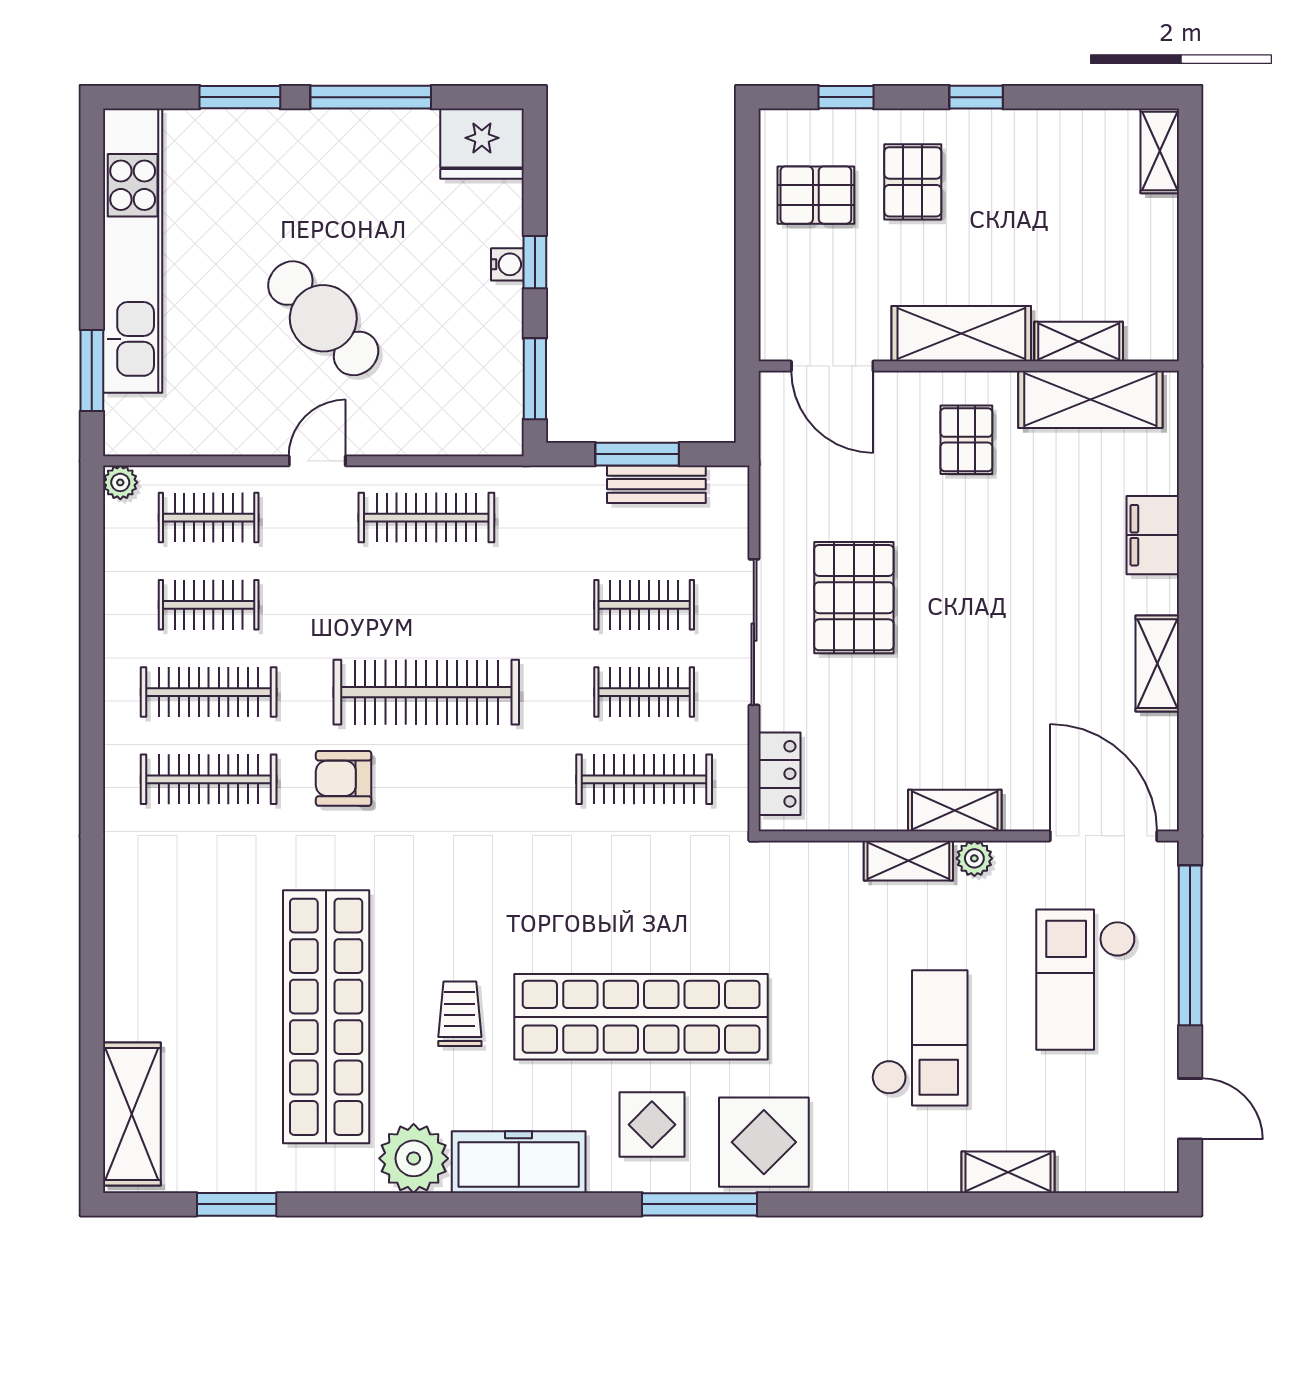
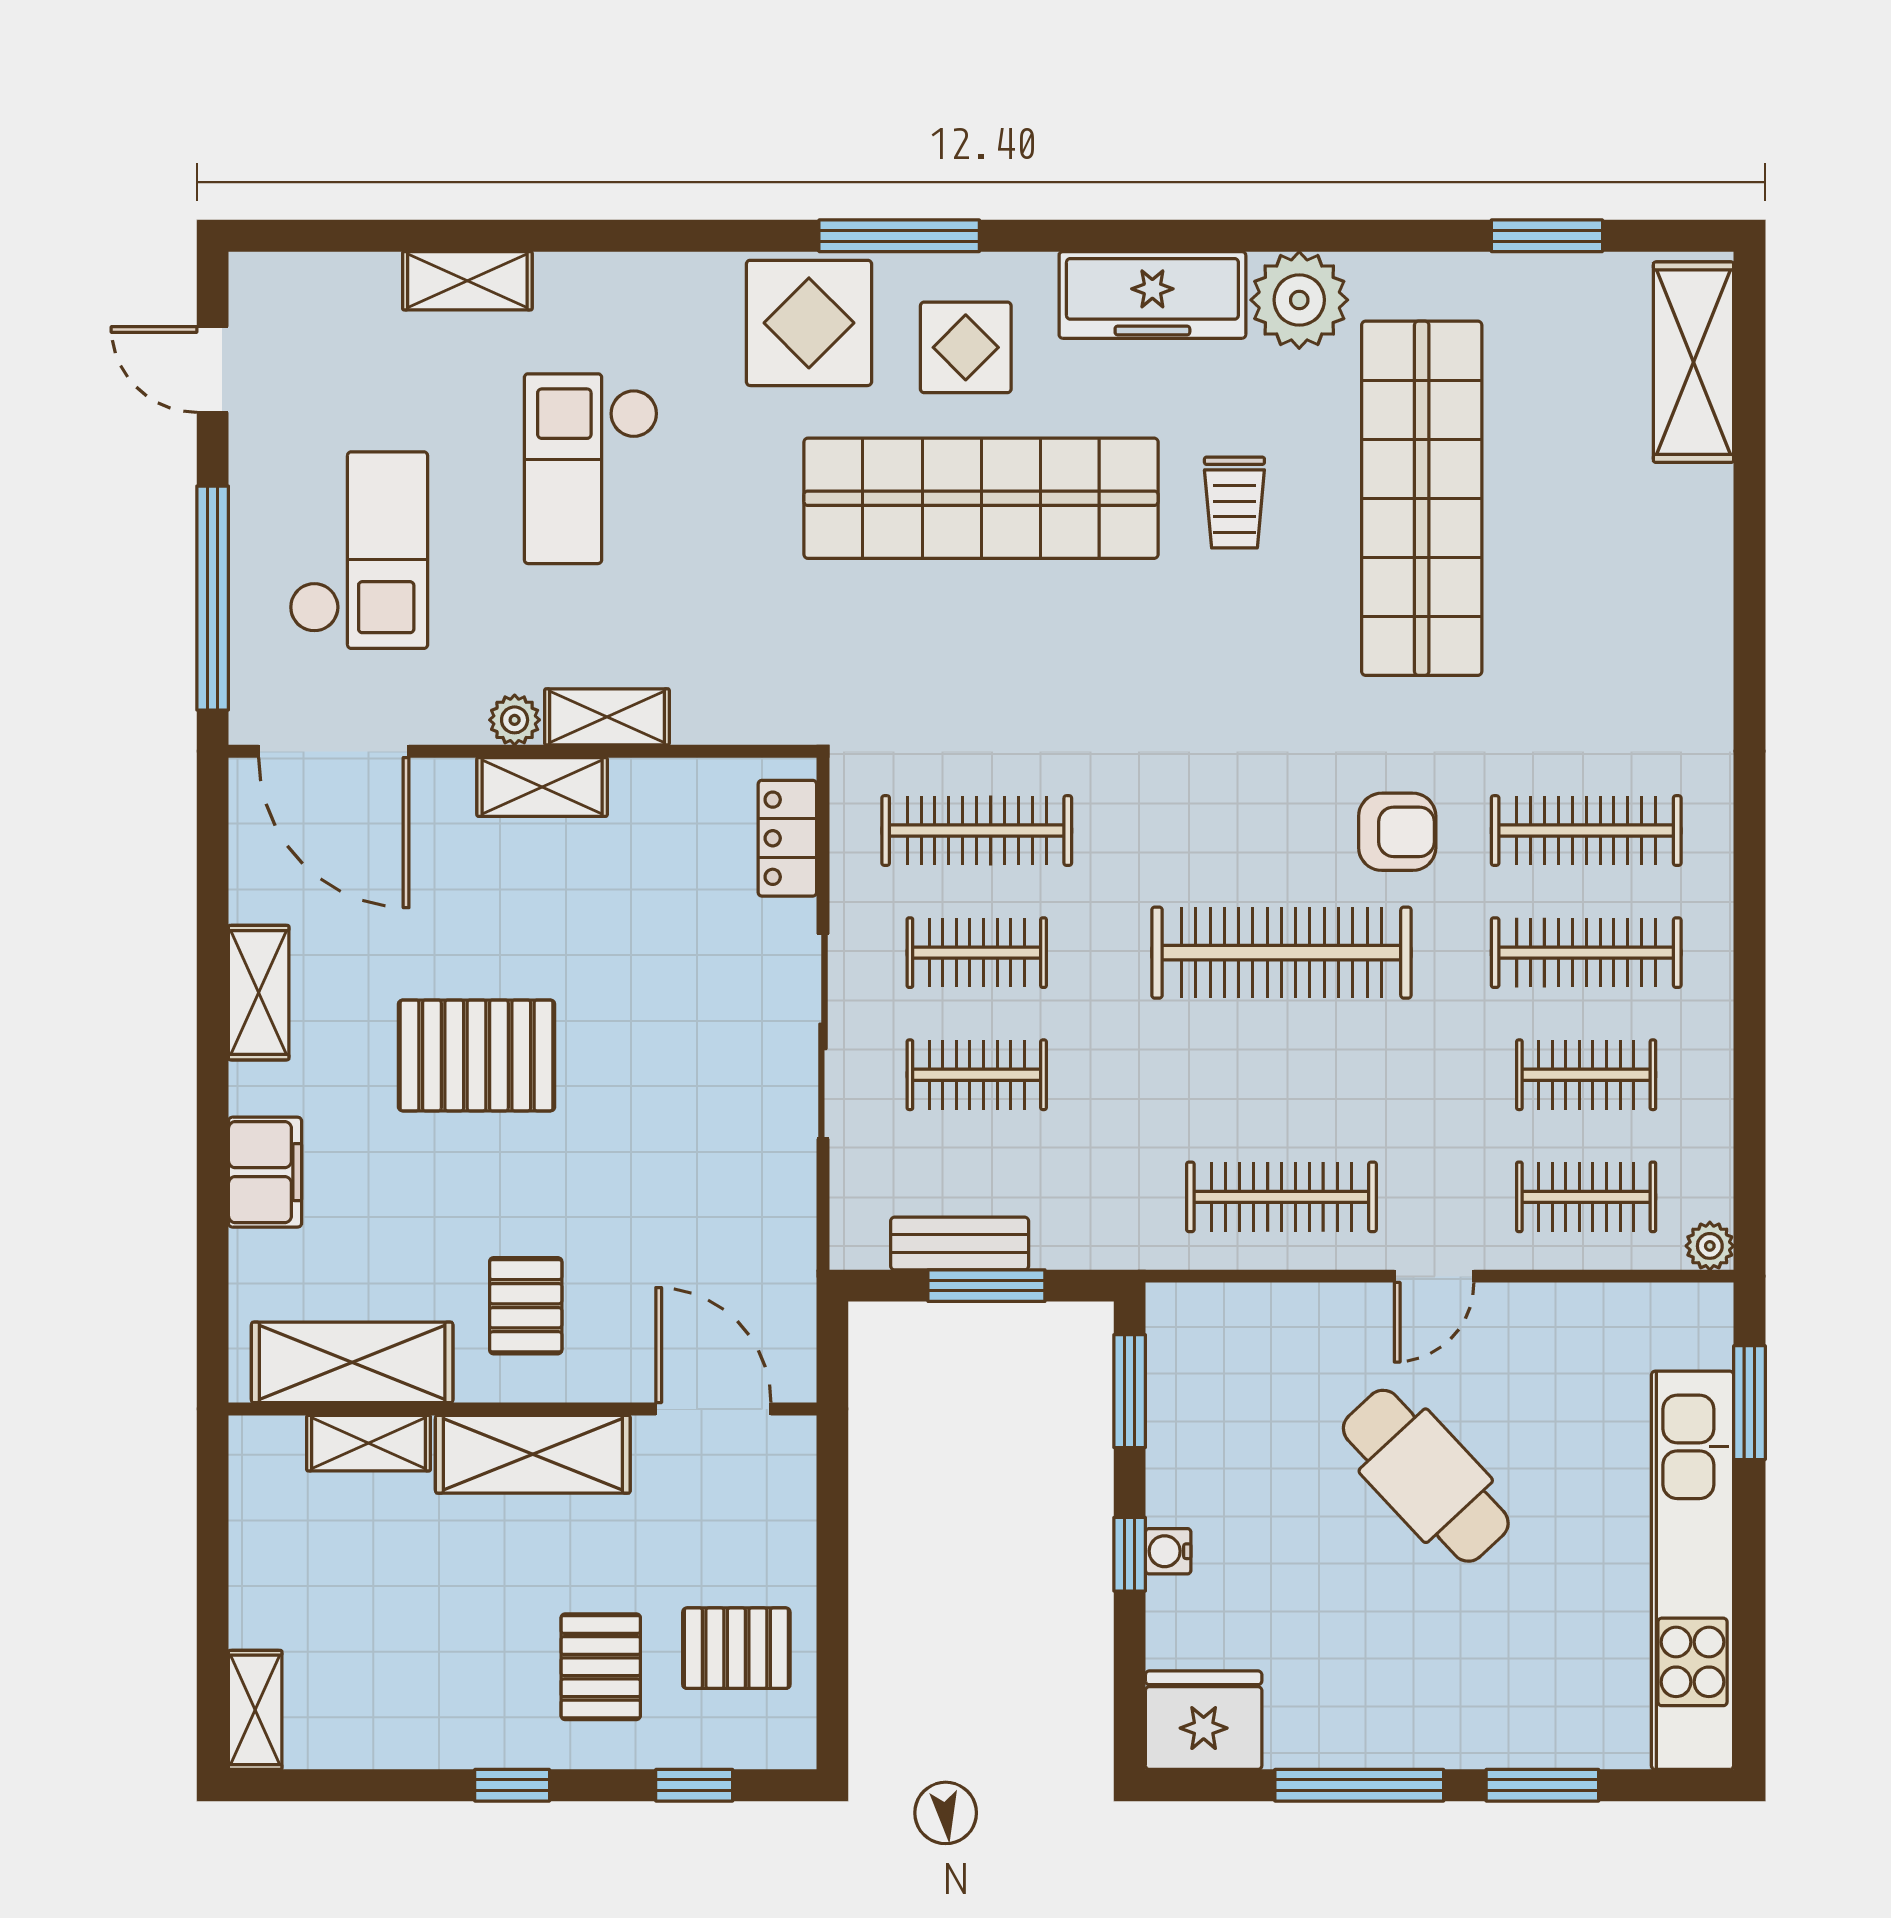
pallet: (854, 598) -> (477, 1055), moved, turned 90

